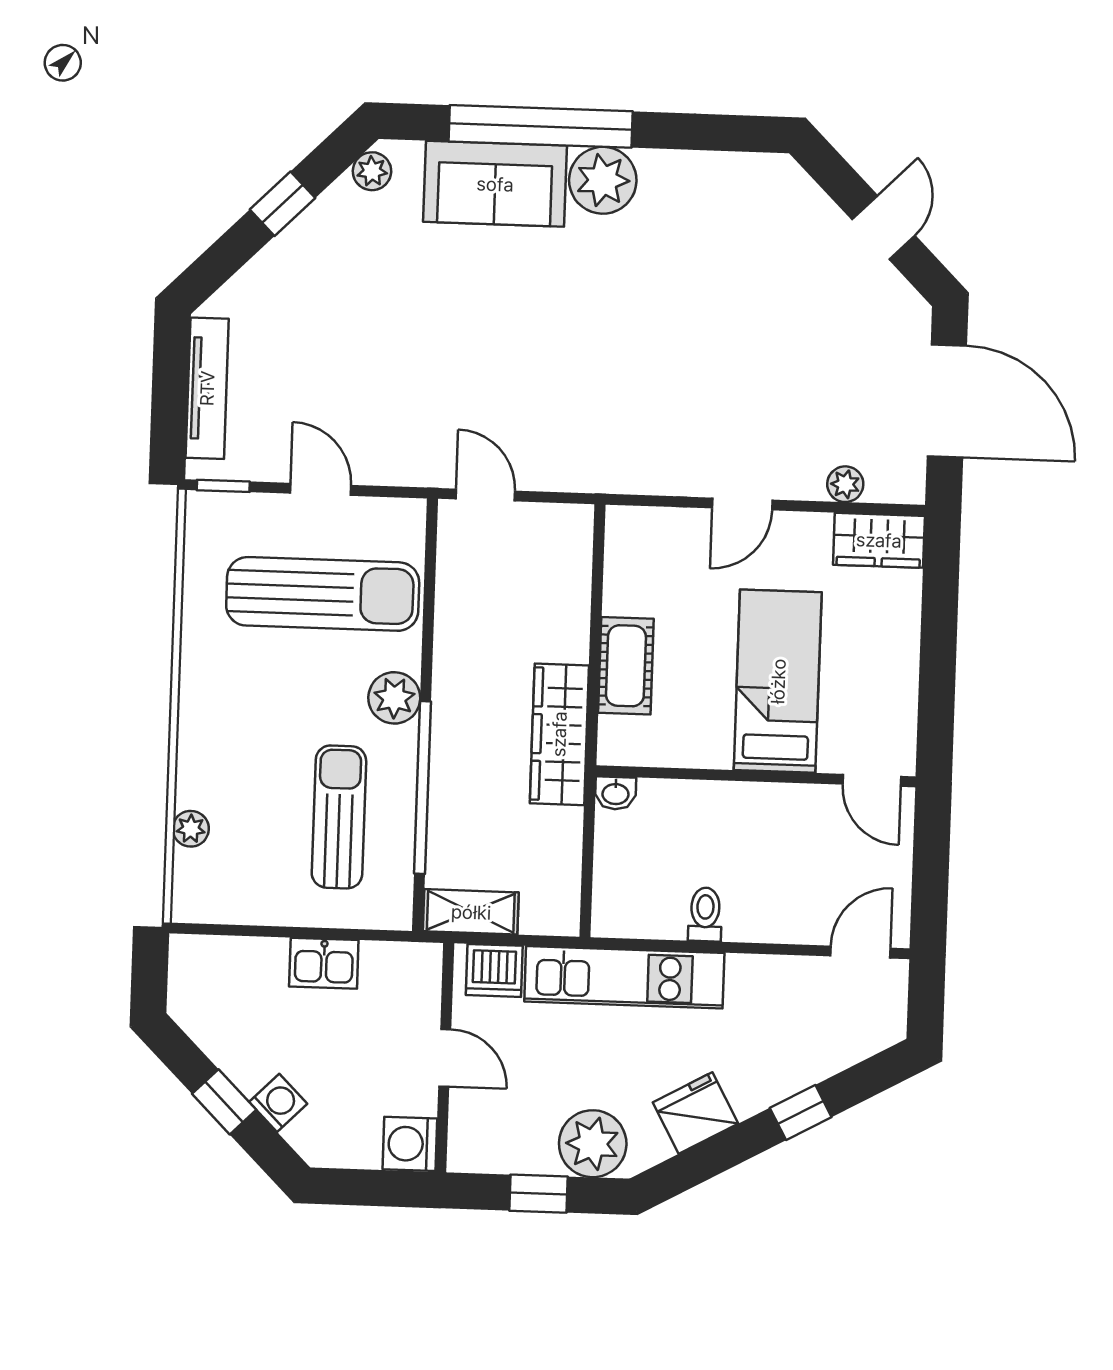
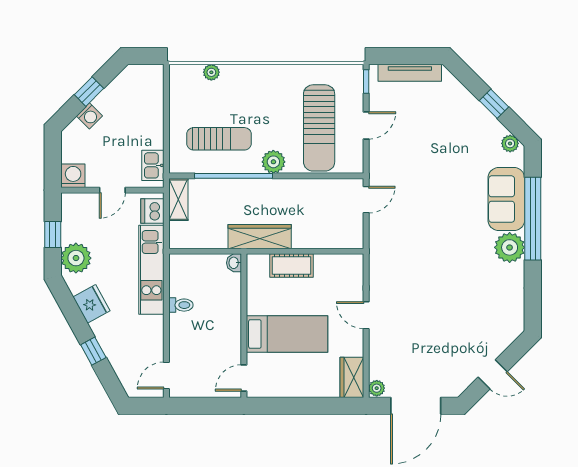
plant: (845, 484) -> (377, 388), moved
door: (861, 952) -> (166, 376), swing flipped
kitchen sink: (324, 963) -> (153, 165), moved

